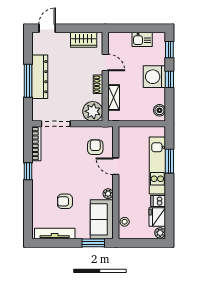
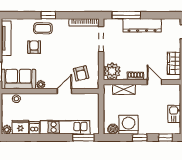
door: (105, 62) -> (154, 82), swing flipped
washing machine: (154, 77) -> (128, 125), moved
window: (28, 81) -> (126, 15), moved
armchair: (95, 147) -> (81, 73), turned 77
window: (169, 161) -> (83, 138), moved
window: (28, 171) -> (48, 15), moved
coffee table: (43, 191) -> (43, 28), added

